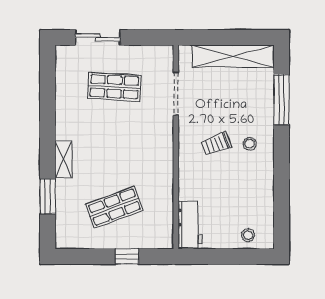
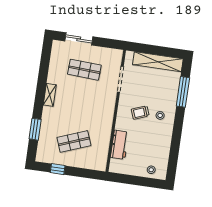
shelving: (63, 159) -> (50, 95), moved
workbench: (190, 225) -> (119, 145), moved
window: (127, 256) -> (58, 169), moved

